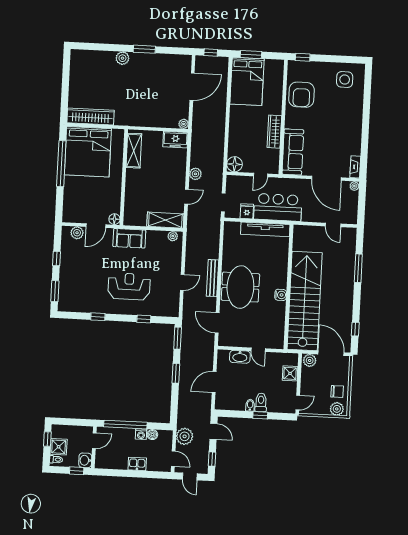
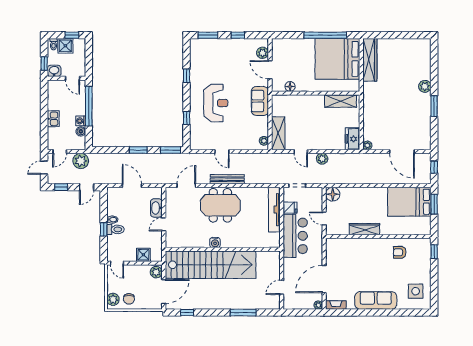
armchair: (301, 95) -> (400, 252), width x0.53, depth x0.53
sofa: (293, 152) -> (376, 300), moved, turned 180
floor lamp: (114, 219) -> (290, 86), moved
tv unit: (265, 229) -> (274, 210), moved

